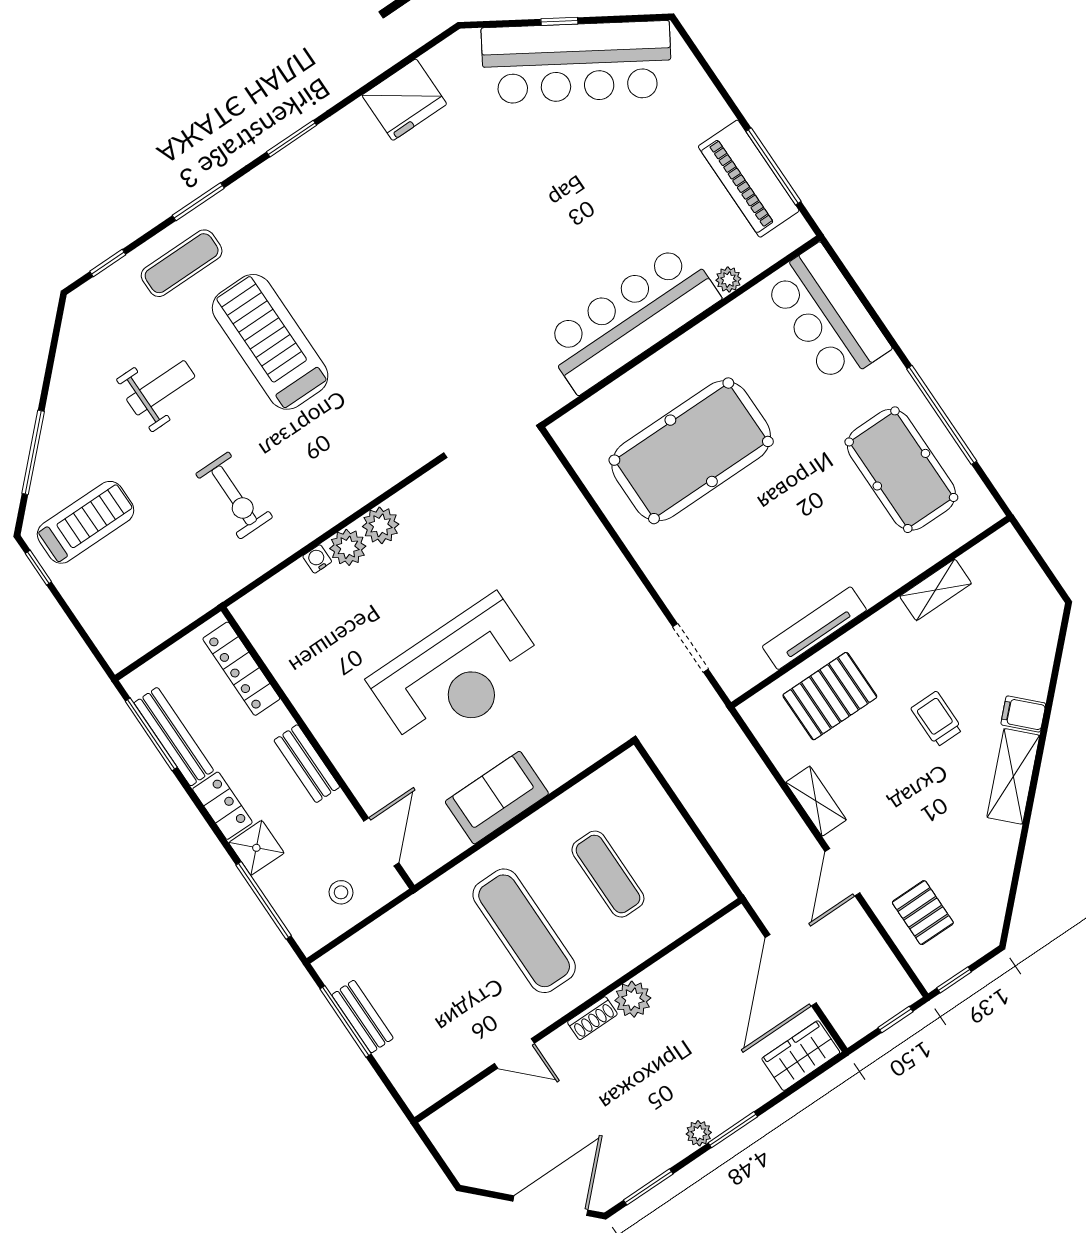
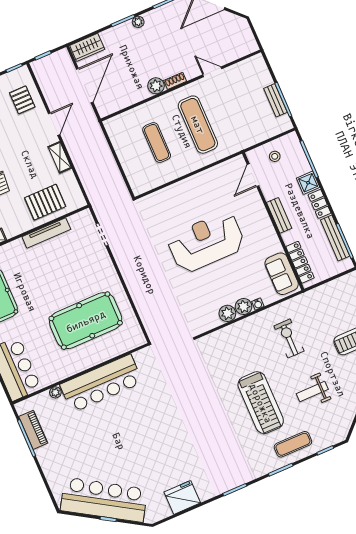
piano: (749, 179) -> (33, 430), width x0.73, depth x0.75
sofa: (497, 798) -> (282, 274), moved, turned 90

